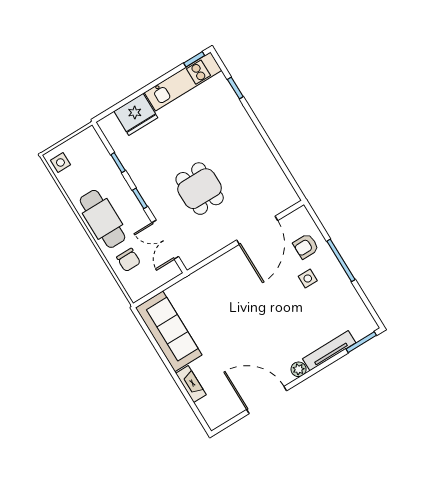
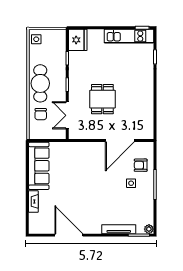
fridge: (136, 114) -> (78, 40), moved, turned -90
plant: (299, 369) -> (149, 229), moved

